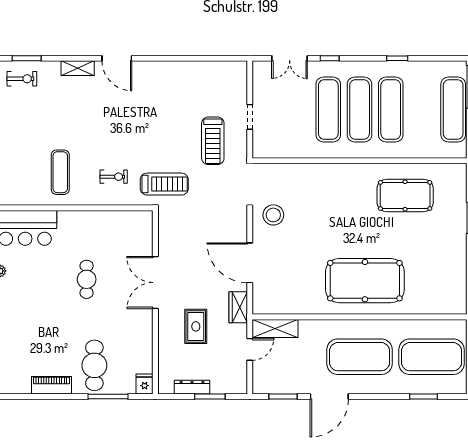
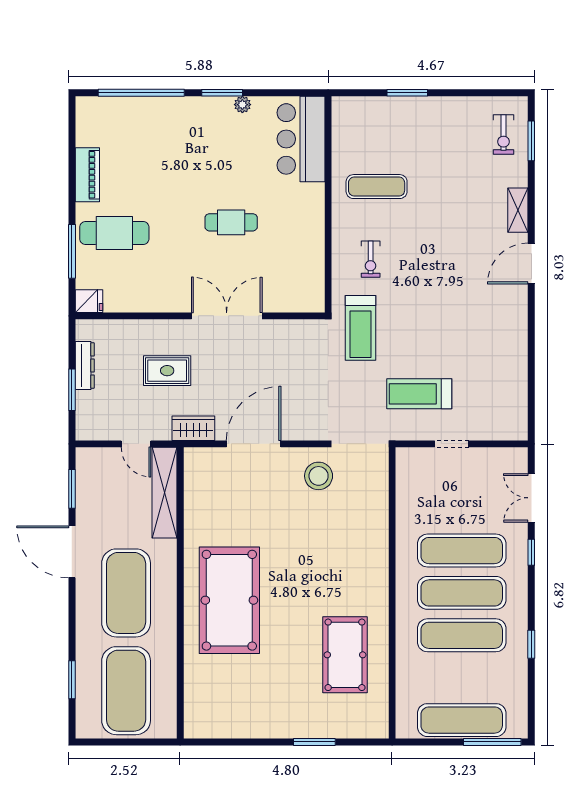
shelving: (275, 328) -> (164, 493), width x1.47

